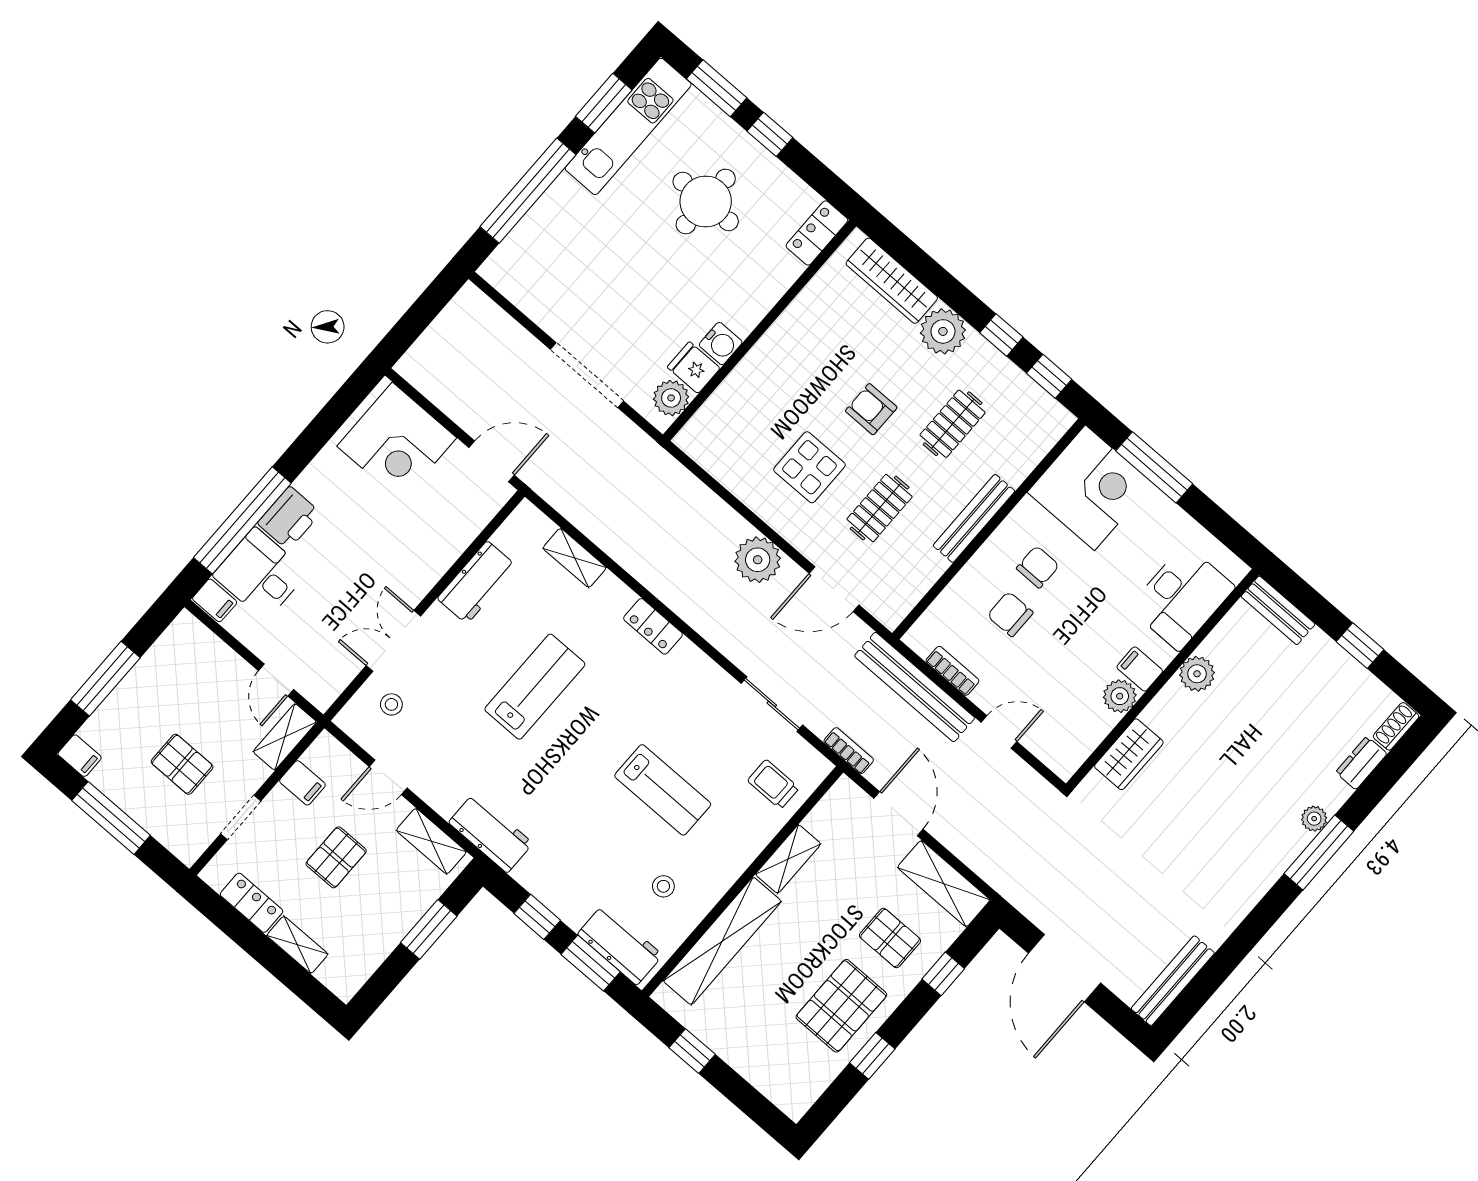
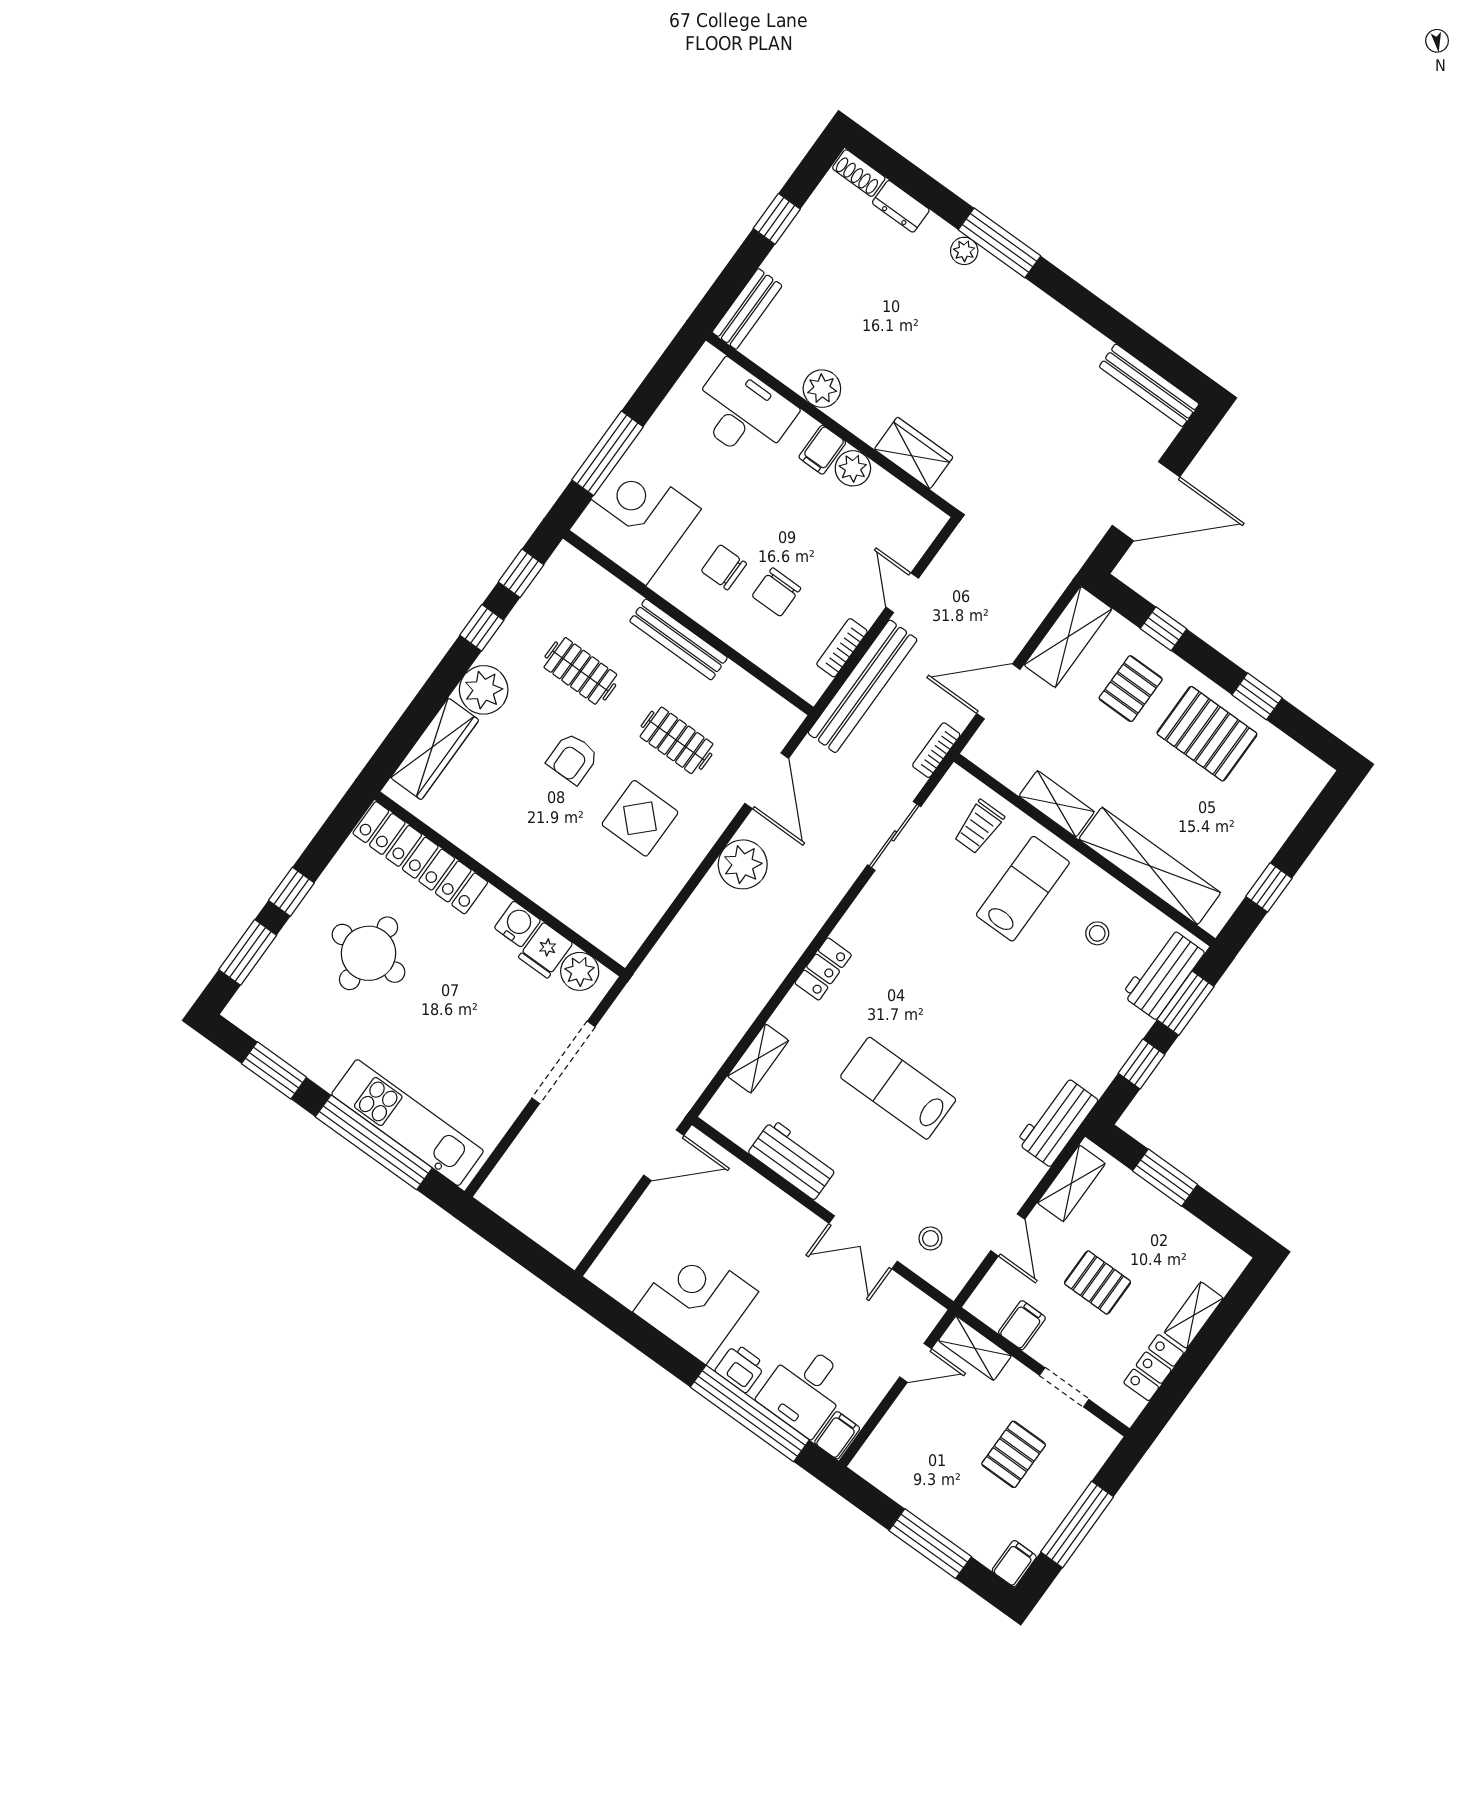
kitchen unit: (628, 126) -> (408, 1123), moved
locker: (817, 233) -> (420, 858), width x2.16, depth x1.21
corner desk: (397, 442) -> (696, 1302), moved, turned -90
door: (492, 461) -> (664, 1155), swing flipped
printer: (289, 518) -> (740, 1368), width x0.73, depth x0.81
lab bench: (663, 790) -> (1023, 889), moved

